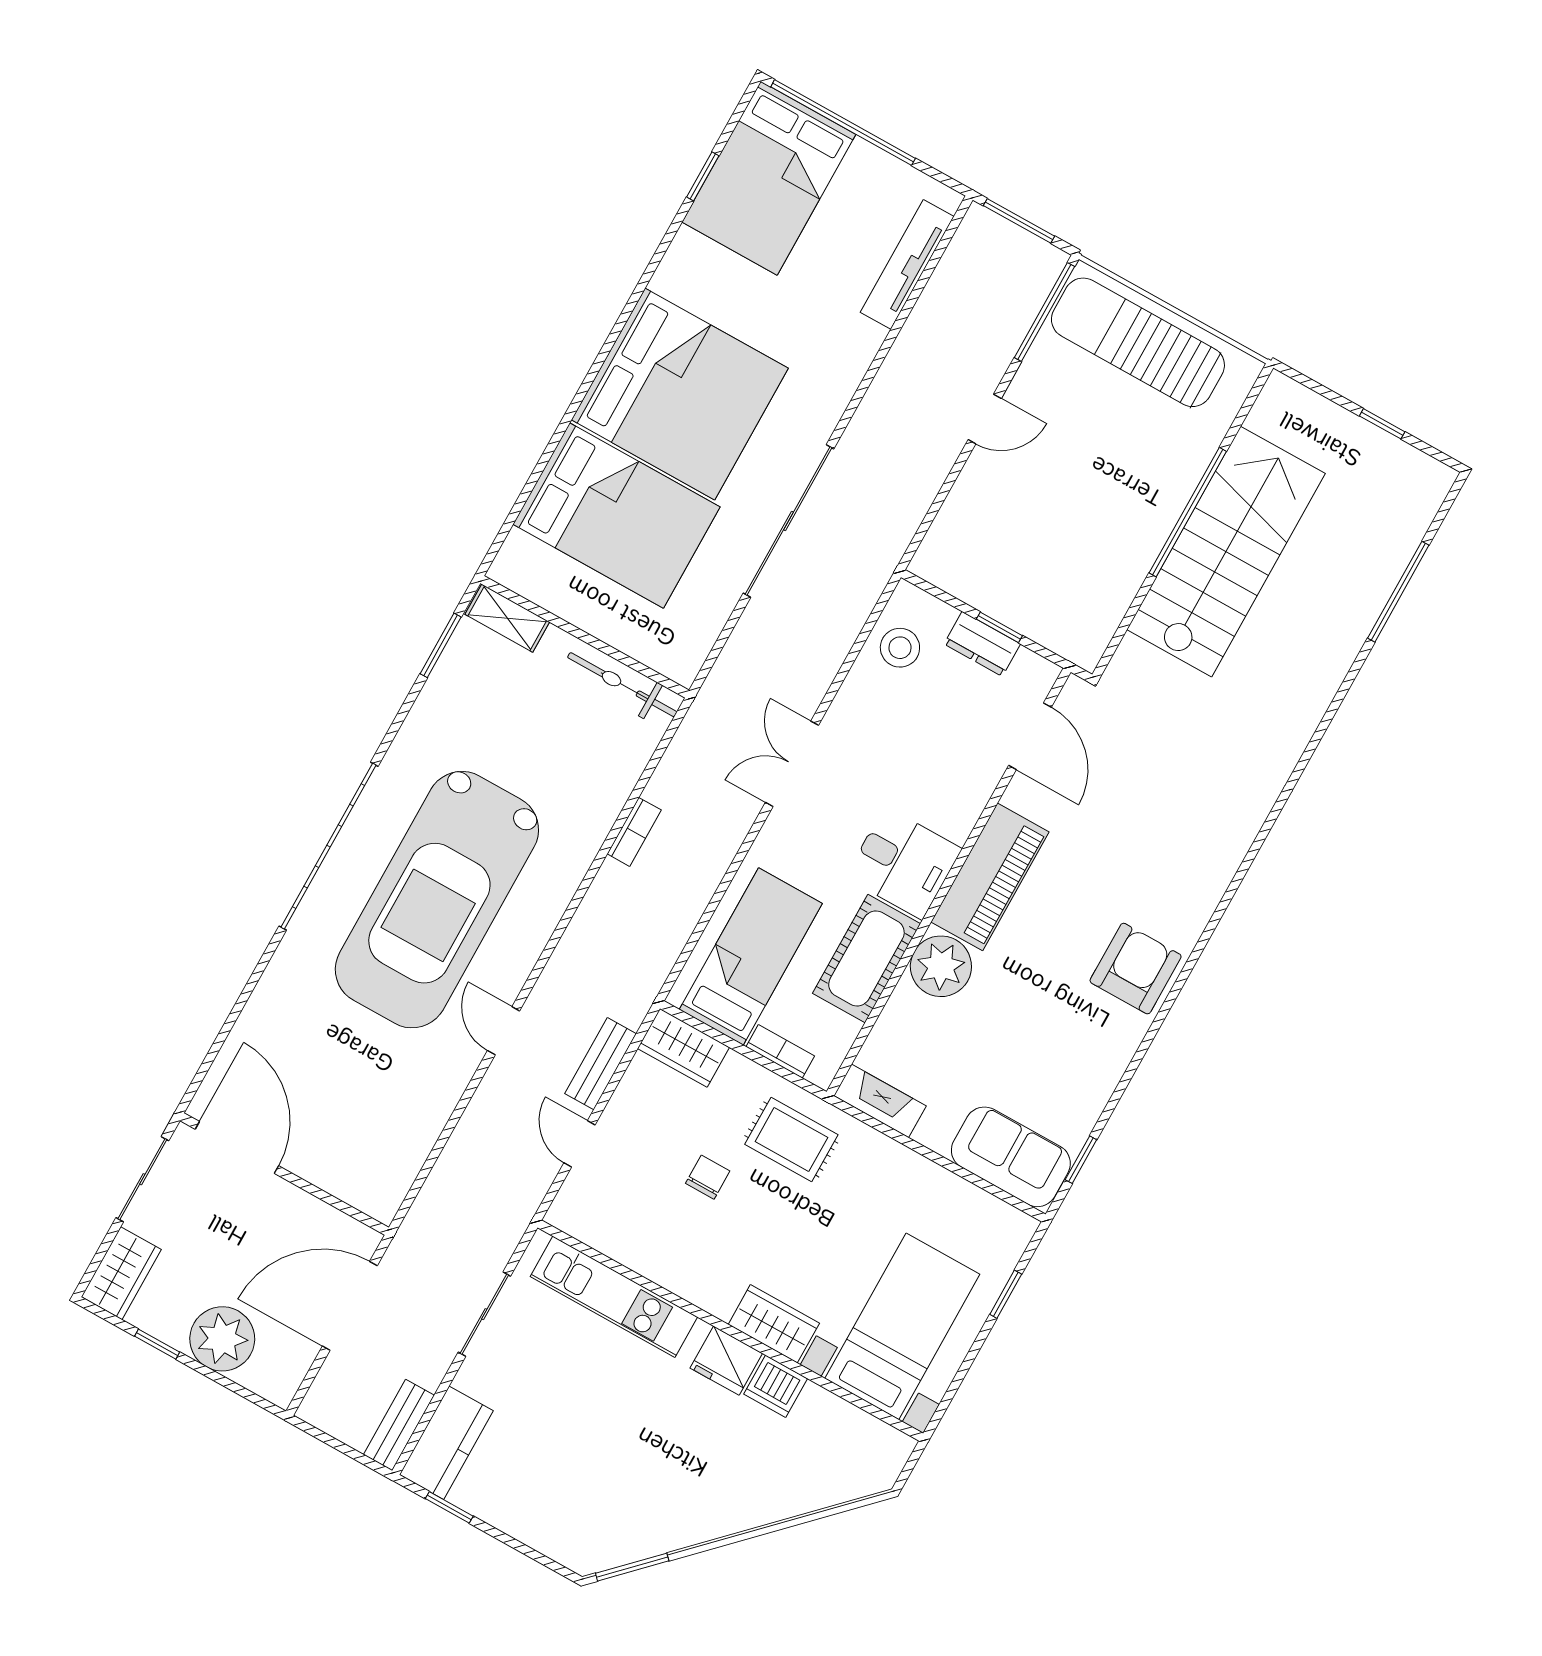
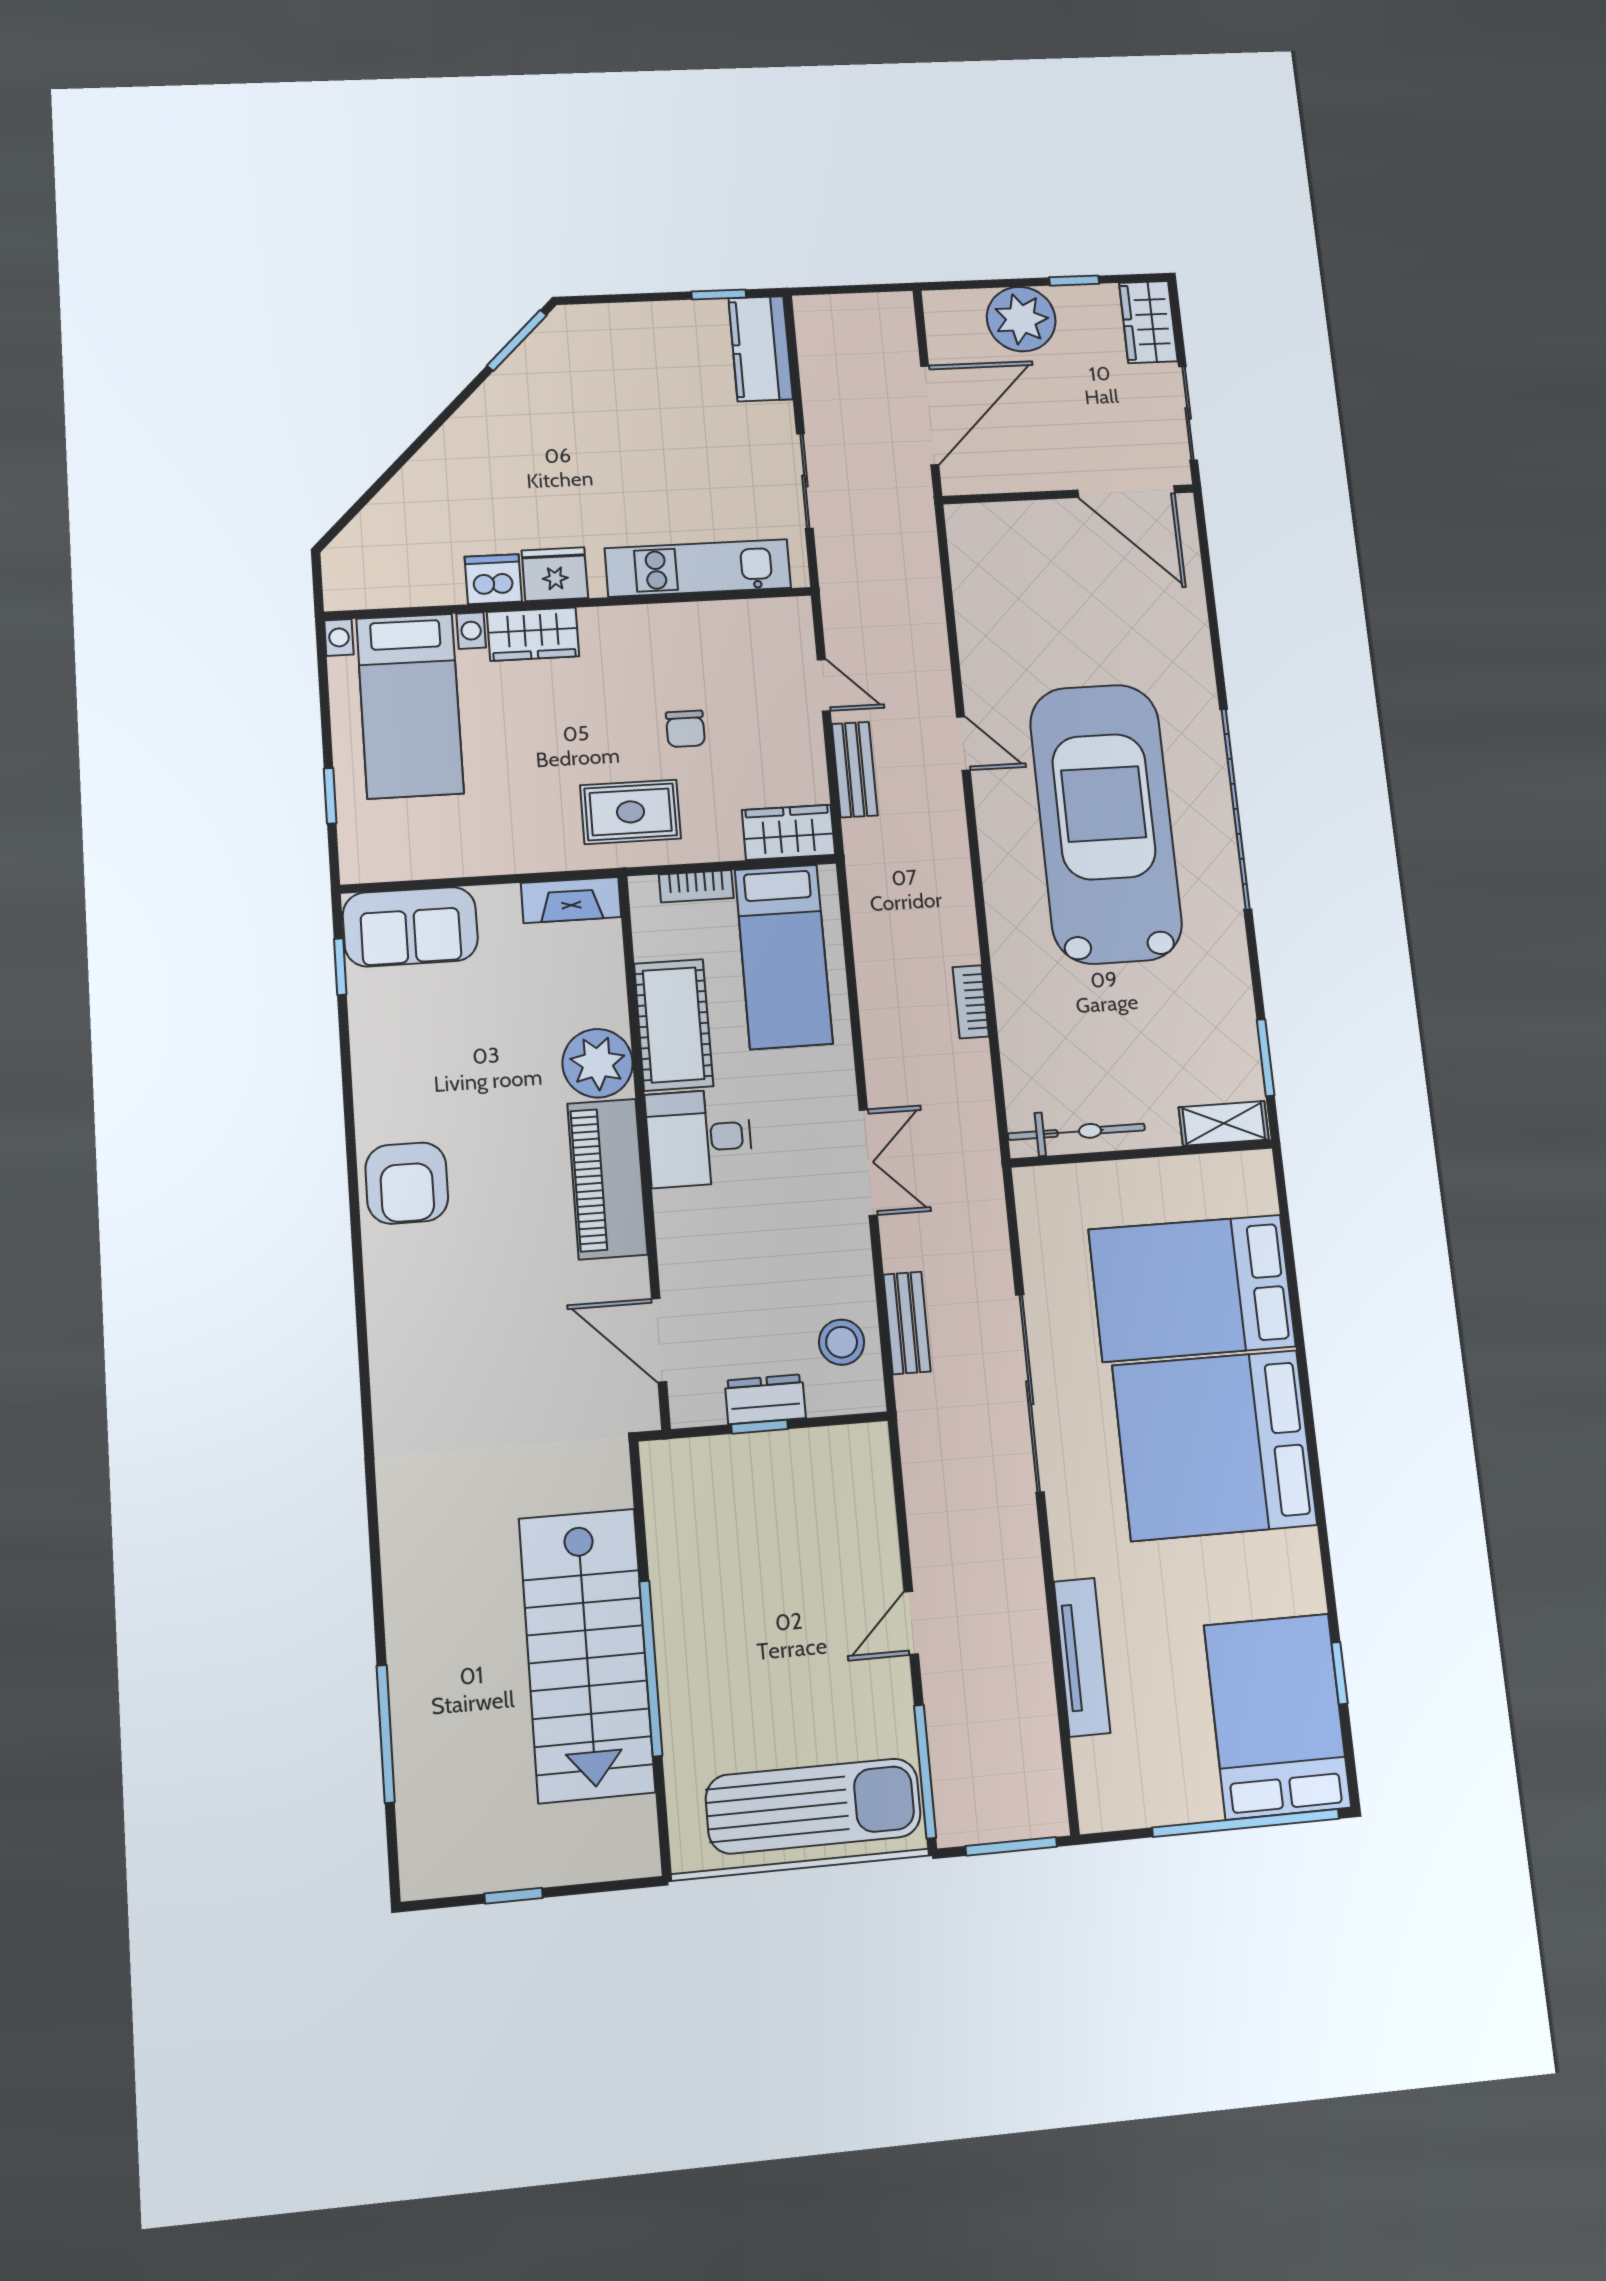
tv unit: (907, 264) -> (1082, 1657), moved
bench: (399, 1425) -> (907, 1323), moved

